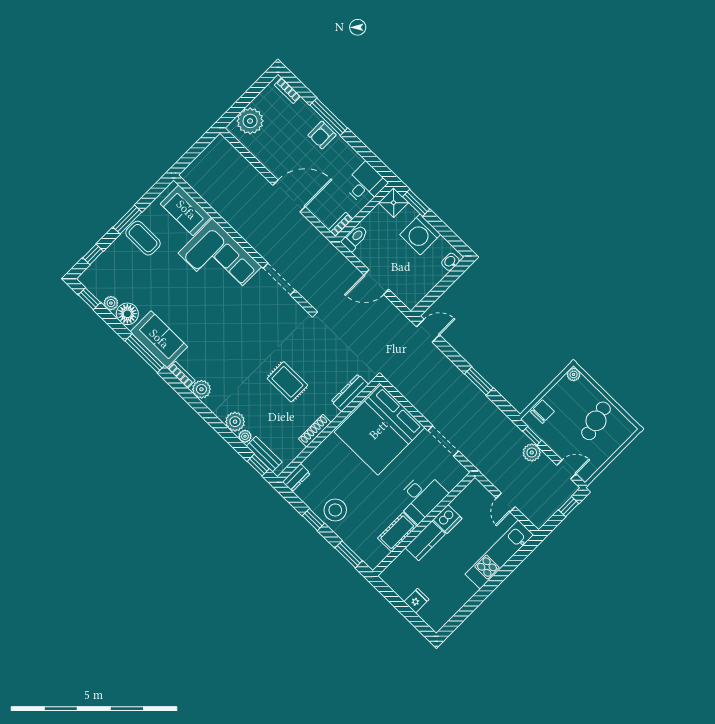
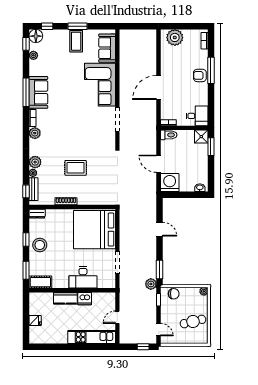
door: (289, 196) -> (159, 87), swing flipped
washing machine: (420, 234) -> (170, 183), moved, turned 90
floor lamp: (127, 314) -> (36, 36), moved
door: (428, 331) -> (160, 229), moved
window: (479, 381) -> (160, 269), moved
rug: (287, 382) -> (76, 168), turned 90
dresser: (350, 393) -> (98, 200), removed
plant: (532, 453) -> (151, 284), moved
cot: (397, 532) -> (40, 282), moved

